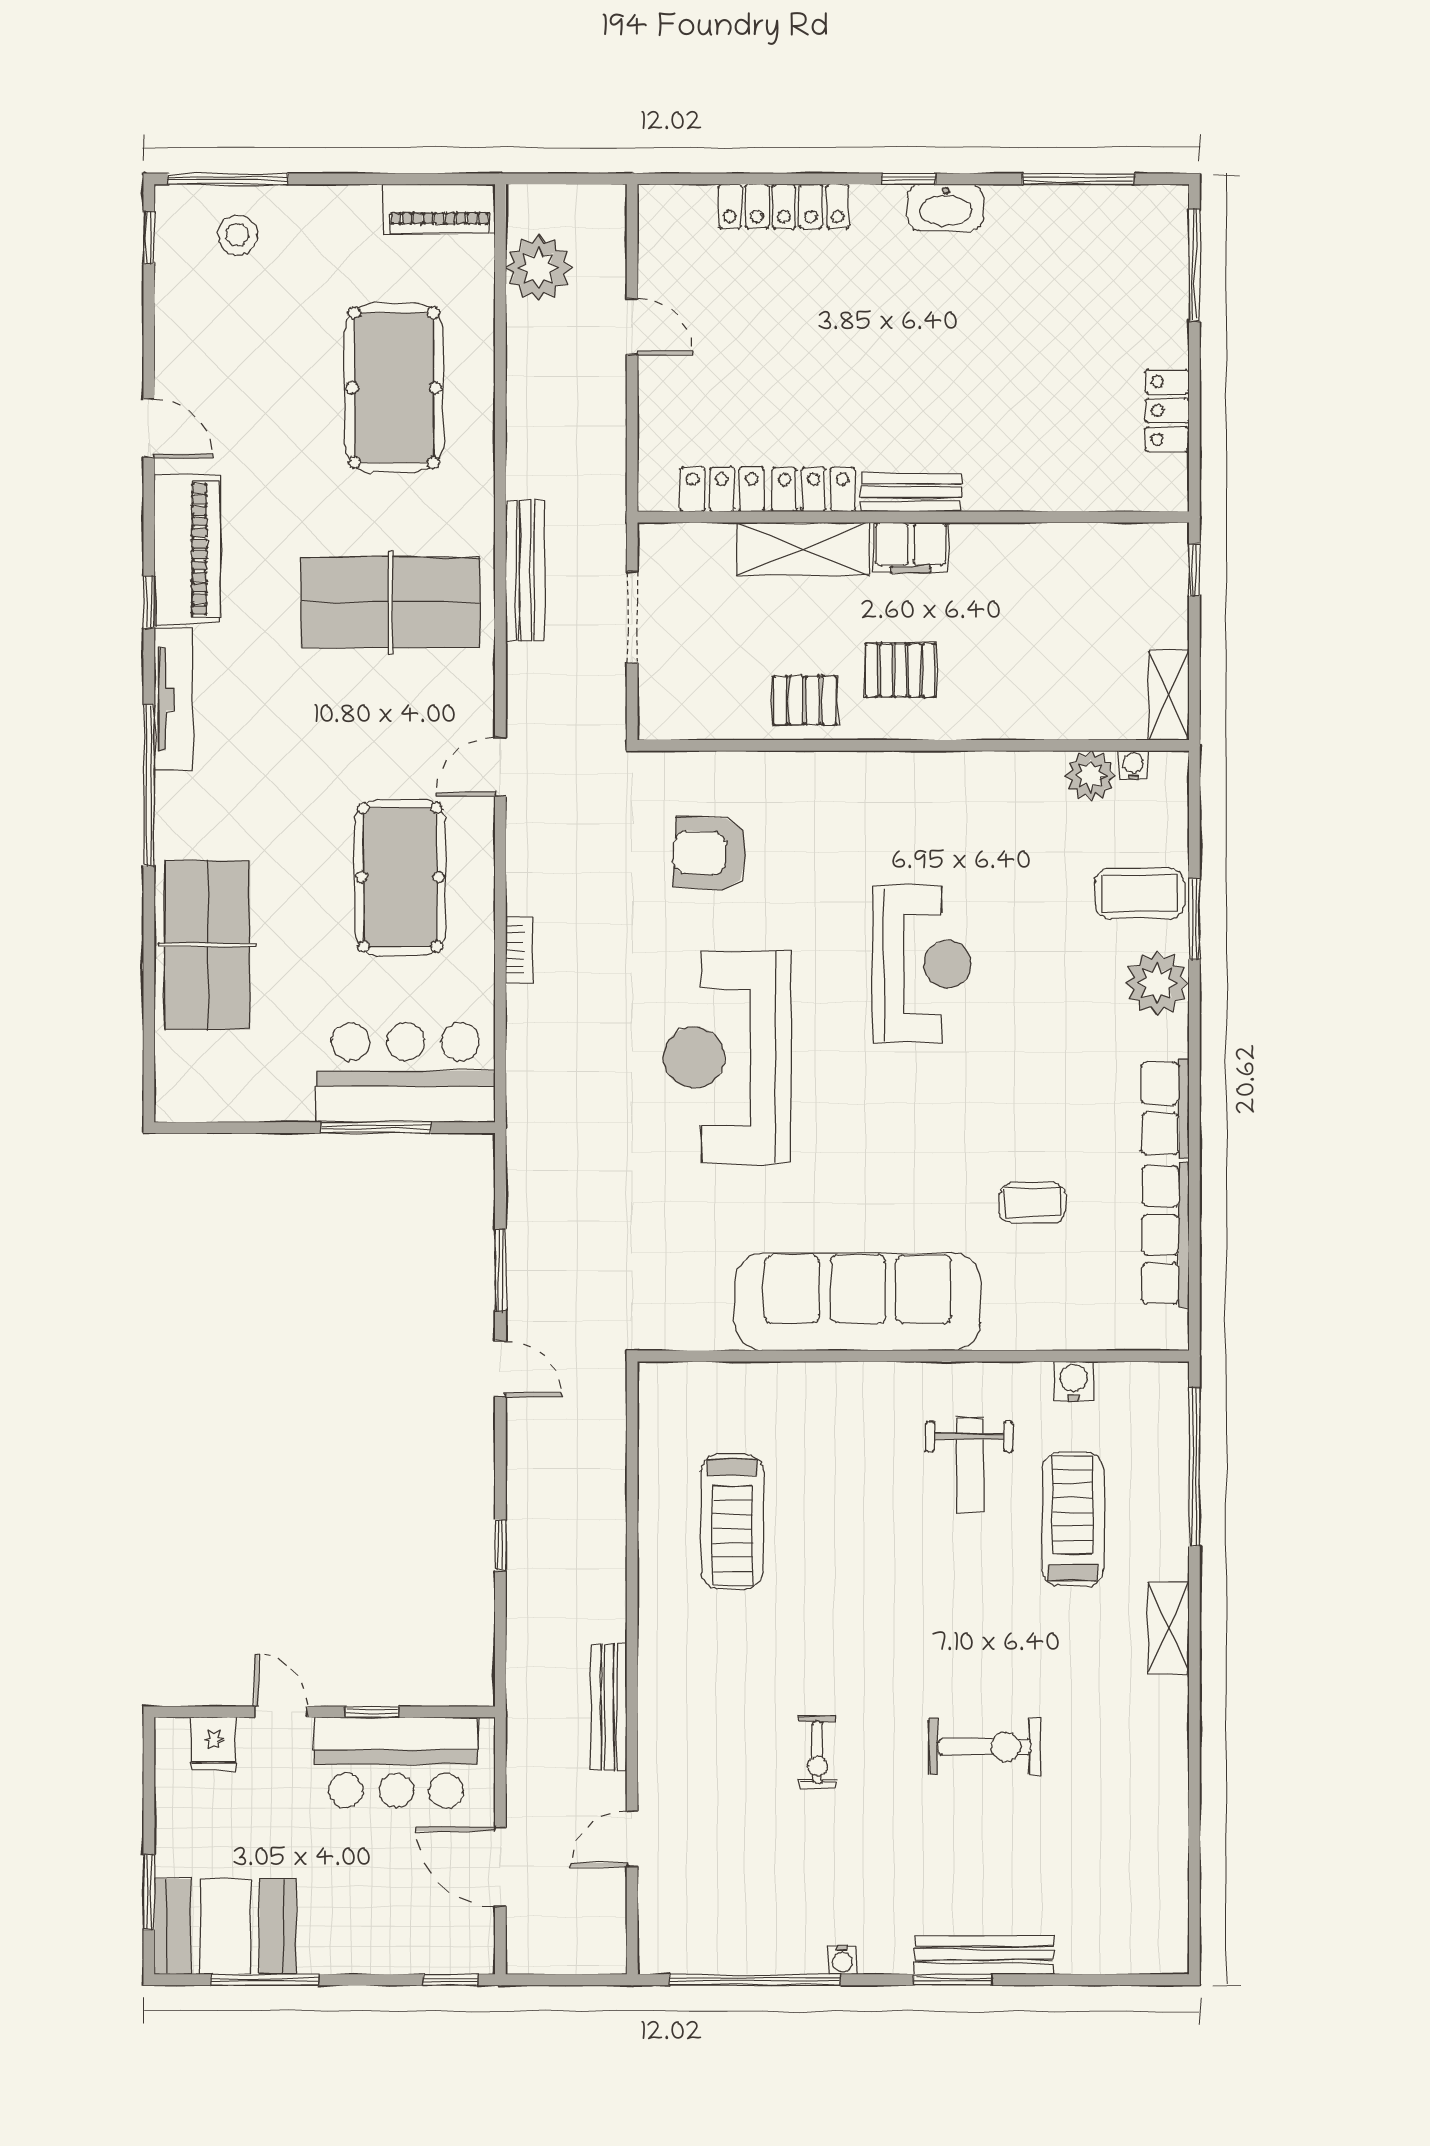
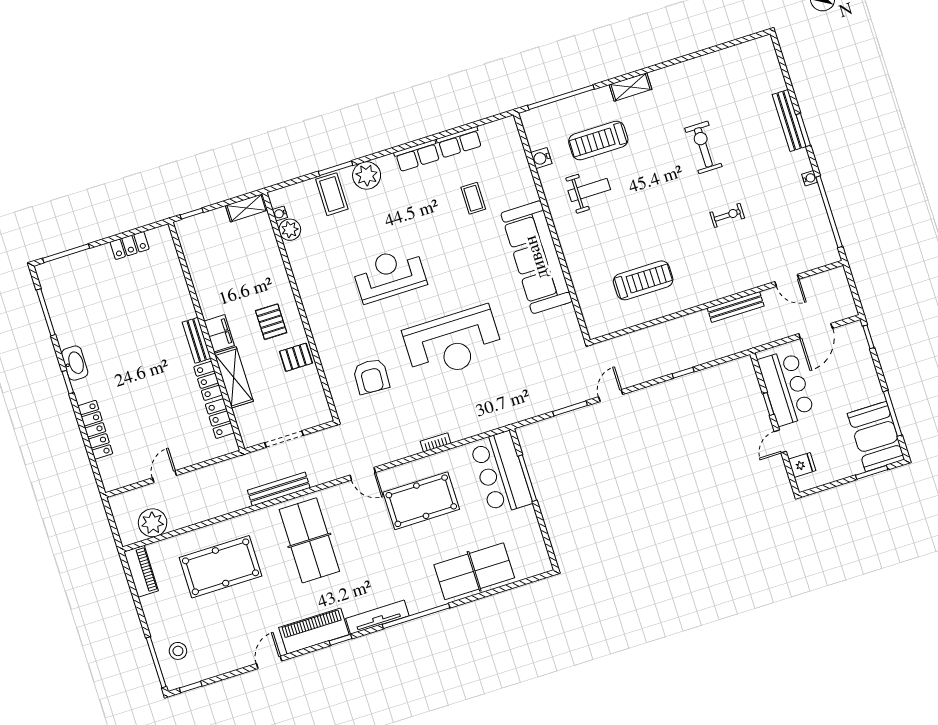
pallet: (804, 700) -> (296, 357), turned 90
row of seats: (1166, 1235) -> (459, 142), width x0.68

